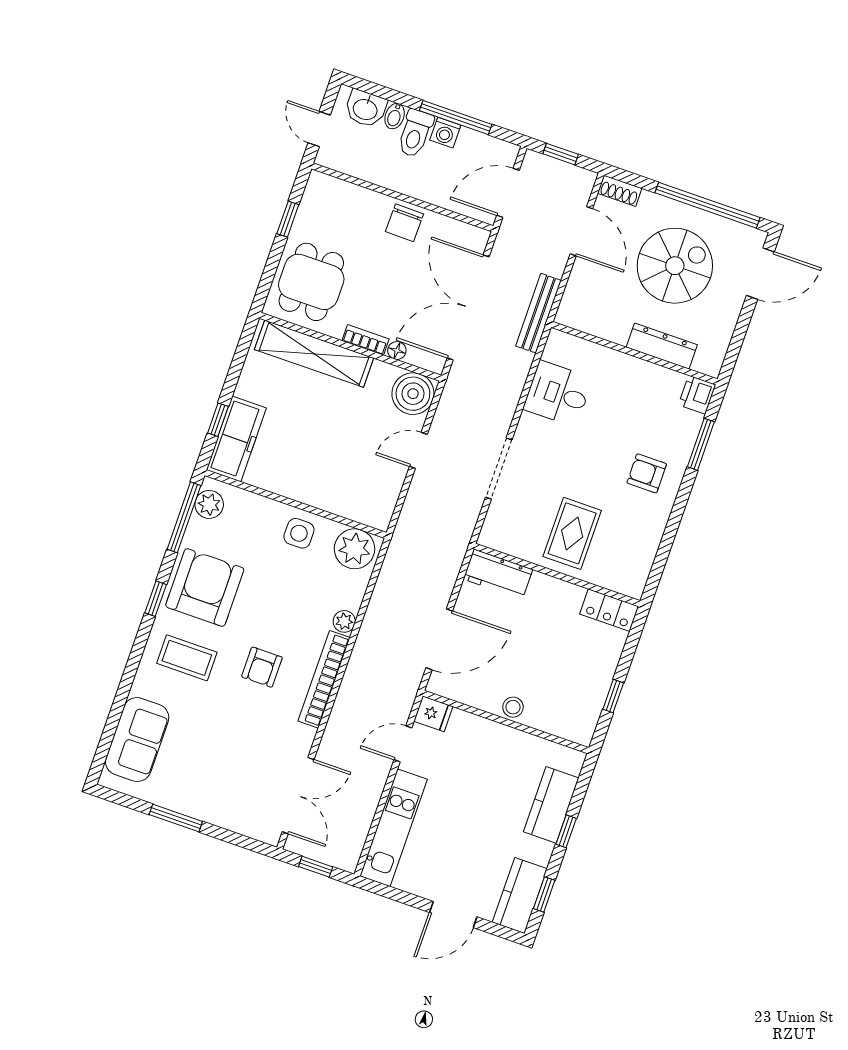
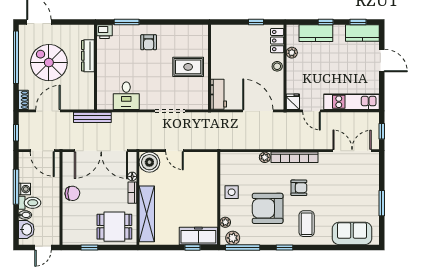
plant: (355, 549) -> (225, 222), moved, width x0.53, depth x0.53
armchair: (205, 587) -> (268, 208), moved
locker: (609, 610) -> (277, 41), moved, turned 180
plant: (530, 745) -> (292, 53), added

